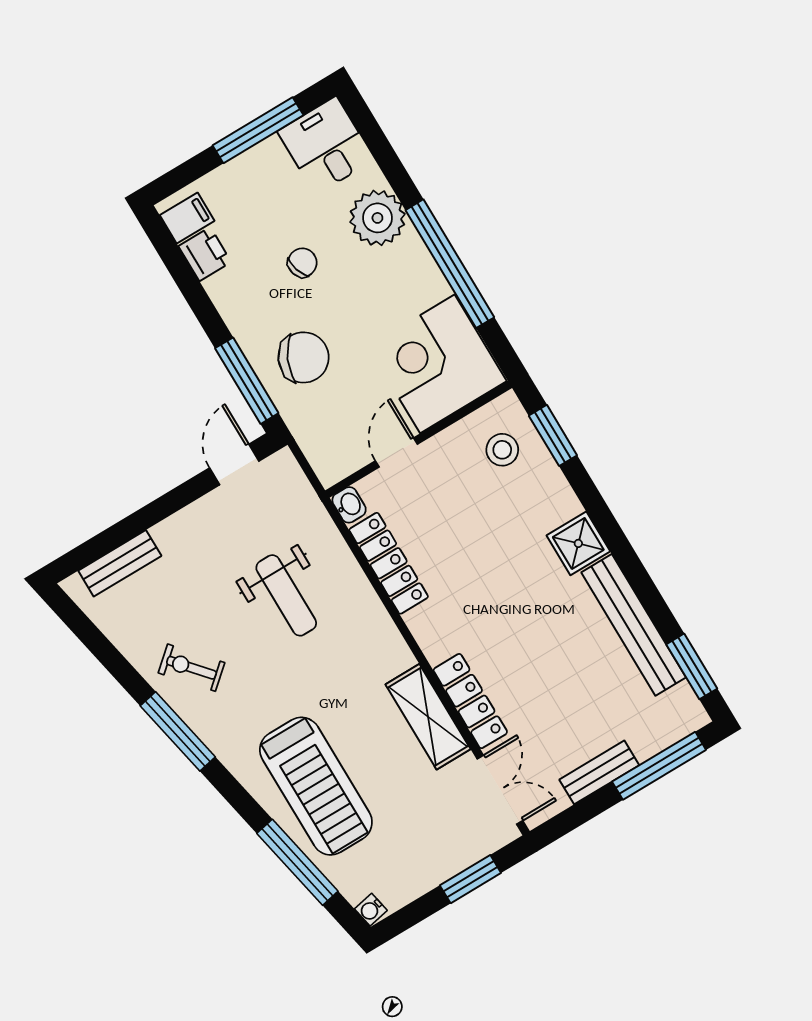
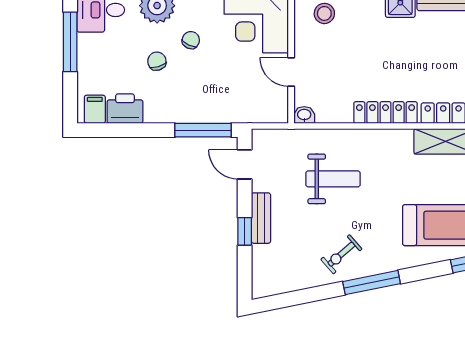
printer: (205, 254) -> (125, 109), width x1.36, depth x1.24
chair: (303, 357) -> (191, 40), moved, width x0.54, depth x0.54
window: (144, 519) -> (245, 231), added
bench: (120, 563) -> (261, 218), moved
locker: (389, 563) -> (386, 113), moved

